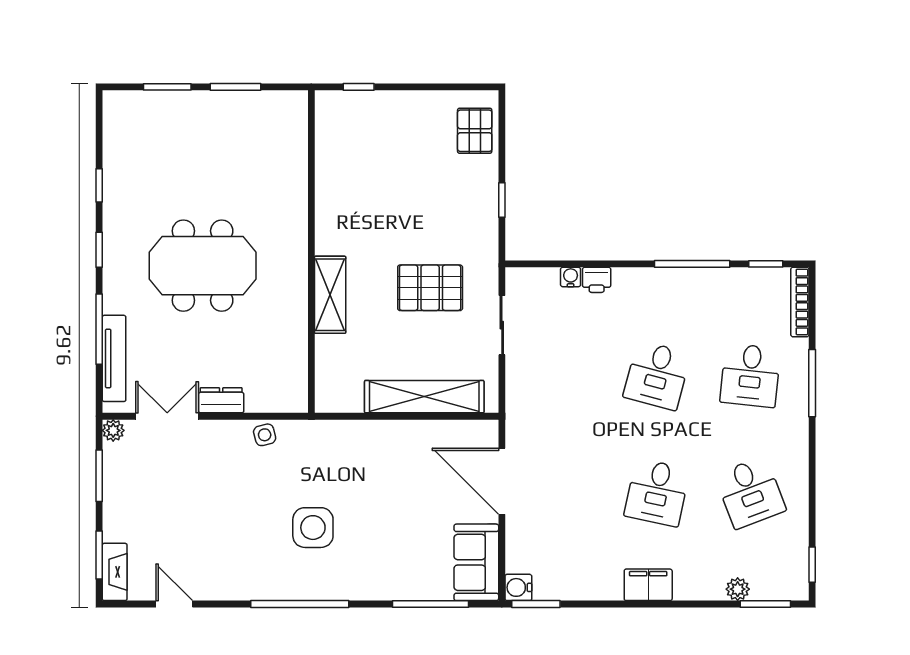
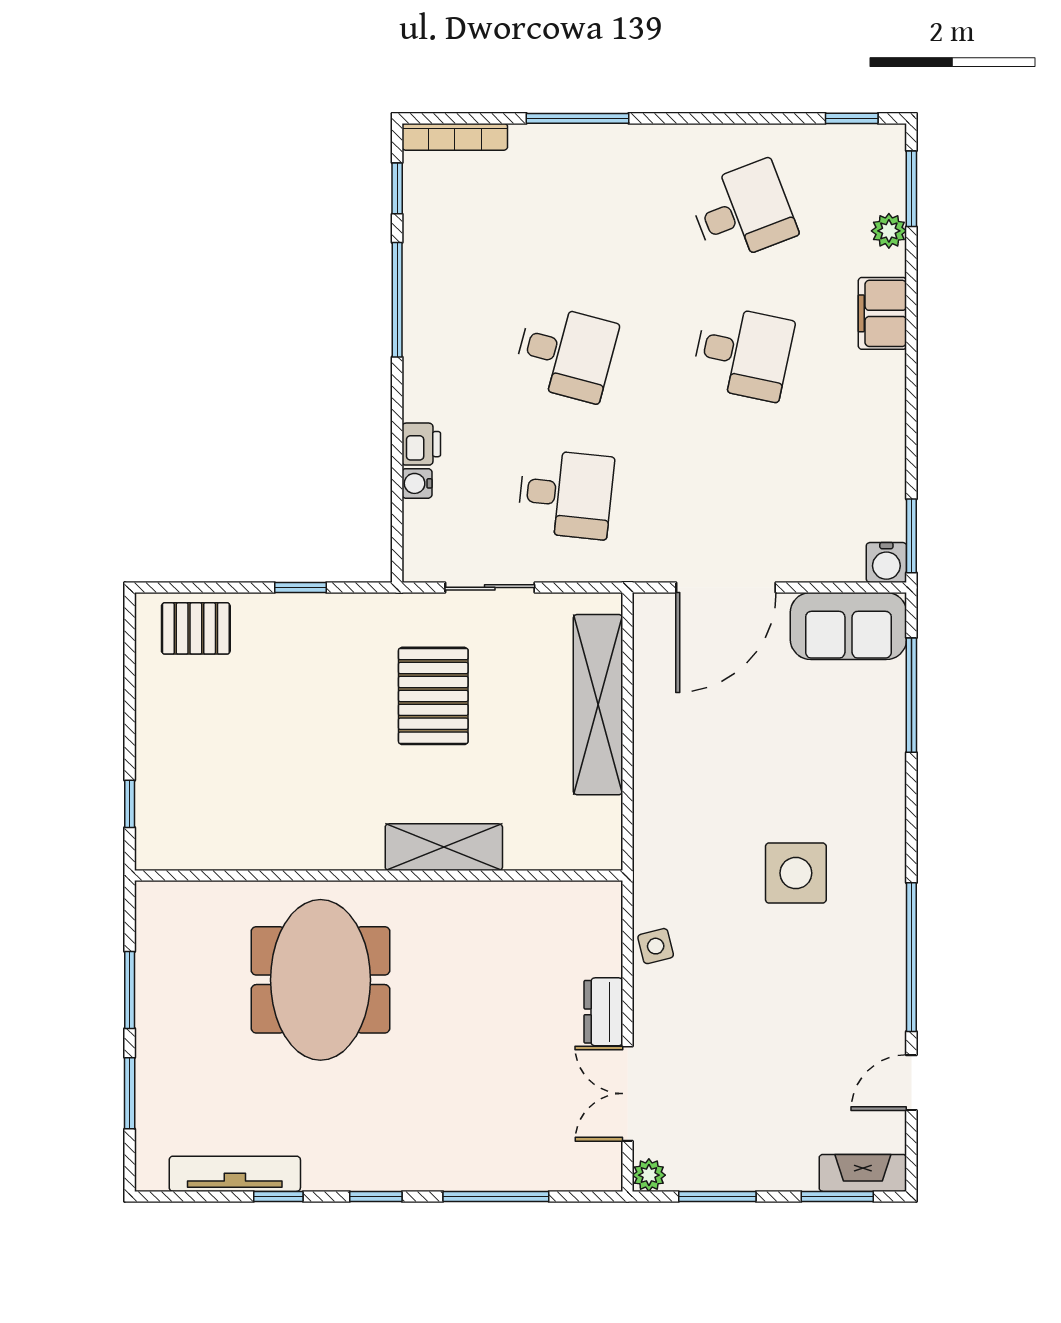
meeting table: (203, 266) -> (320, 980), moved
tv unit: (114, 358) -> (235, 1174), moved
desk: (750, 375) -> (566, 494), moved
filing cabinet: (648, 585) -> (882, 313), moved
window: (300, 604) -> (911, 957), moved

